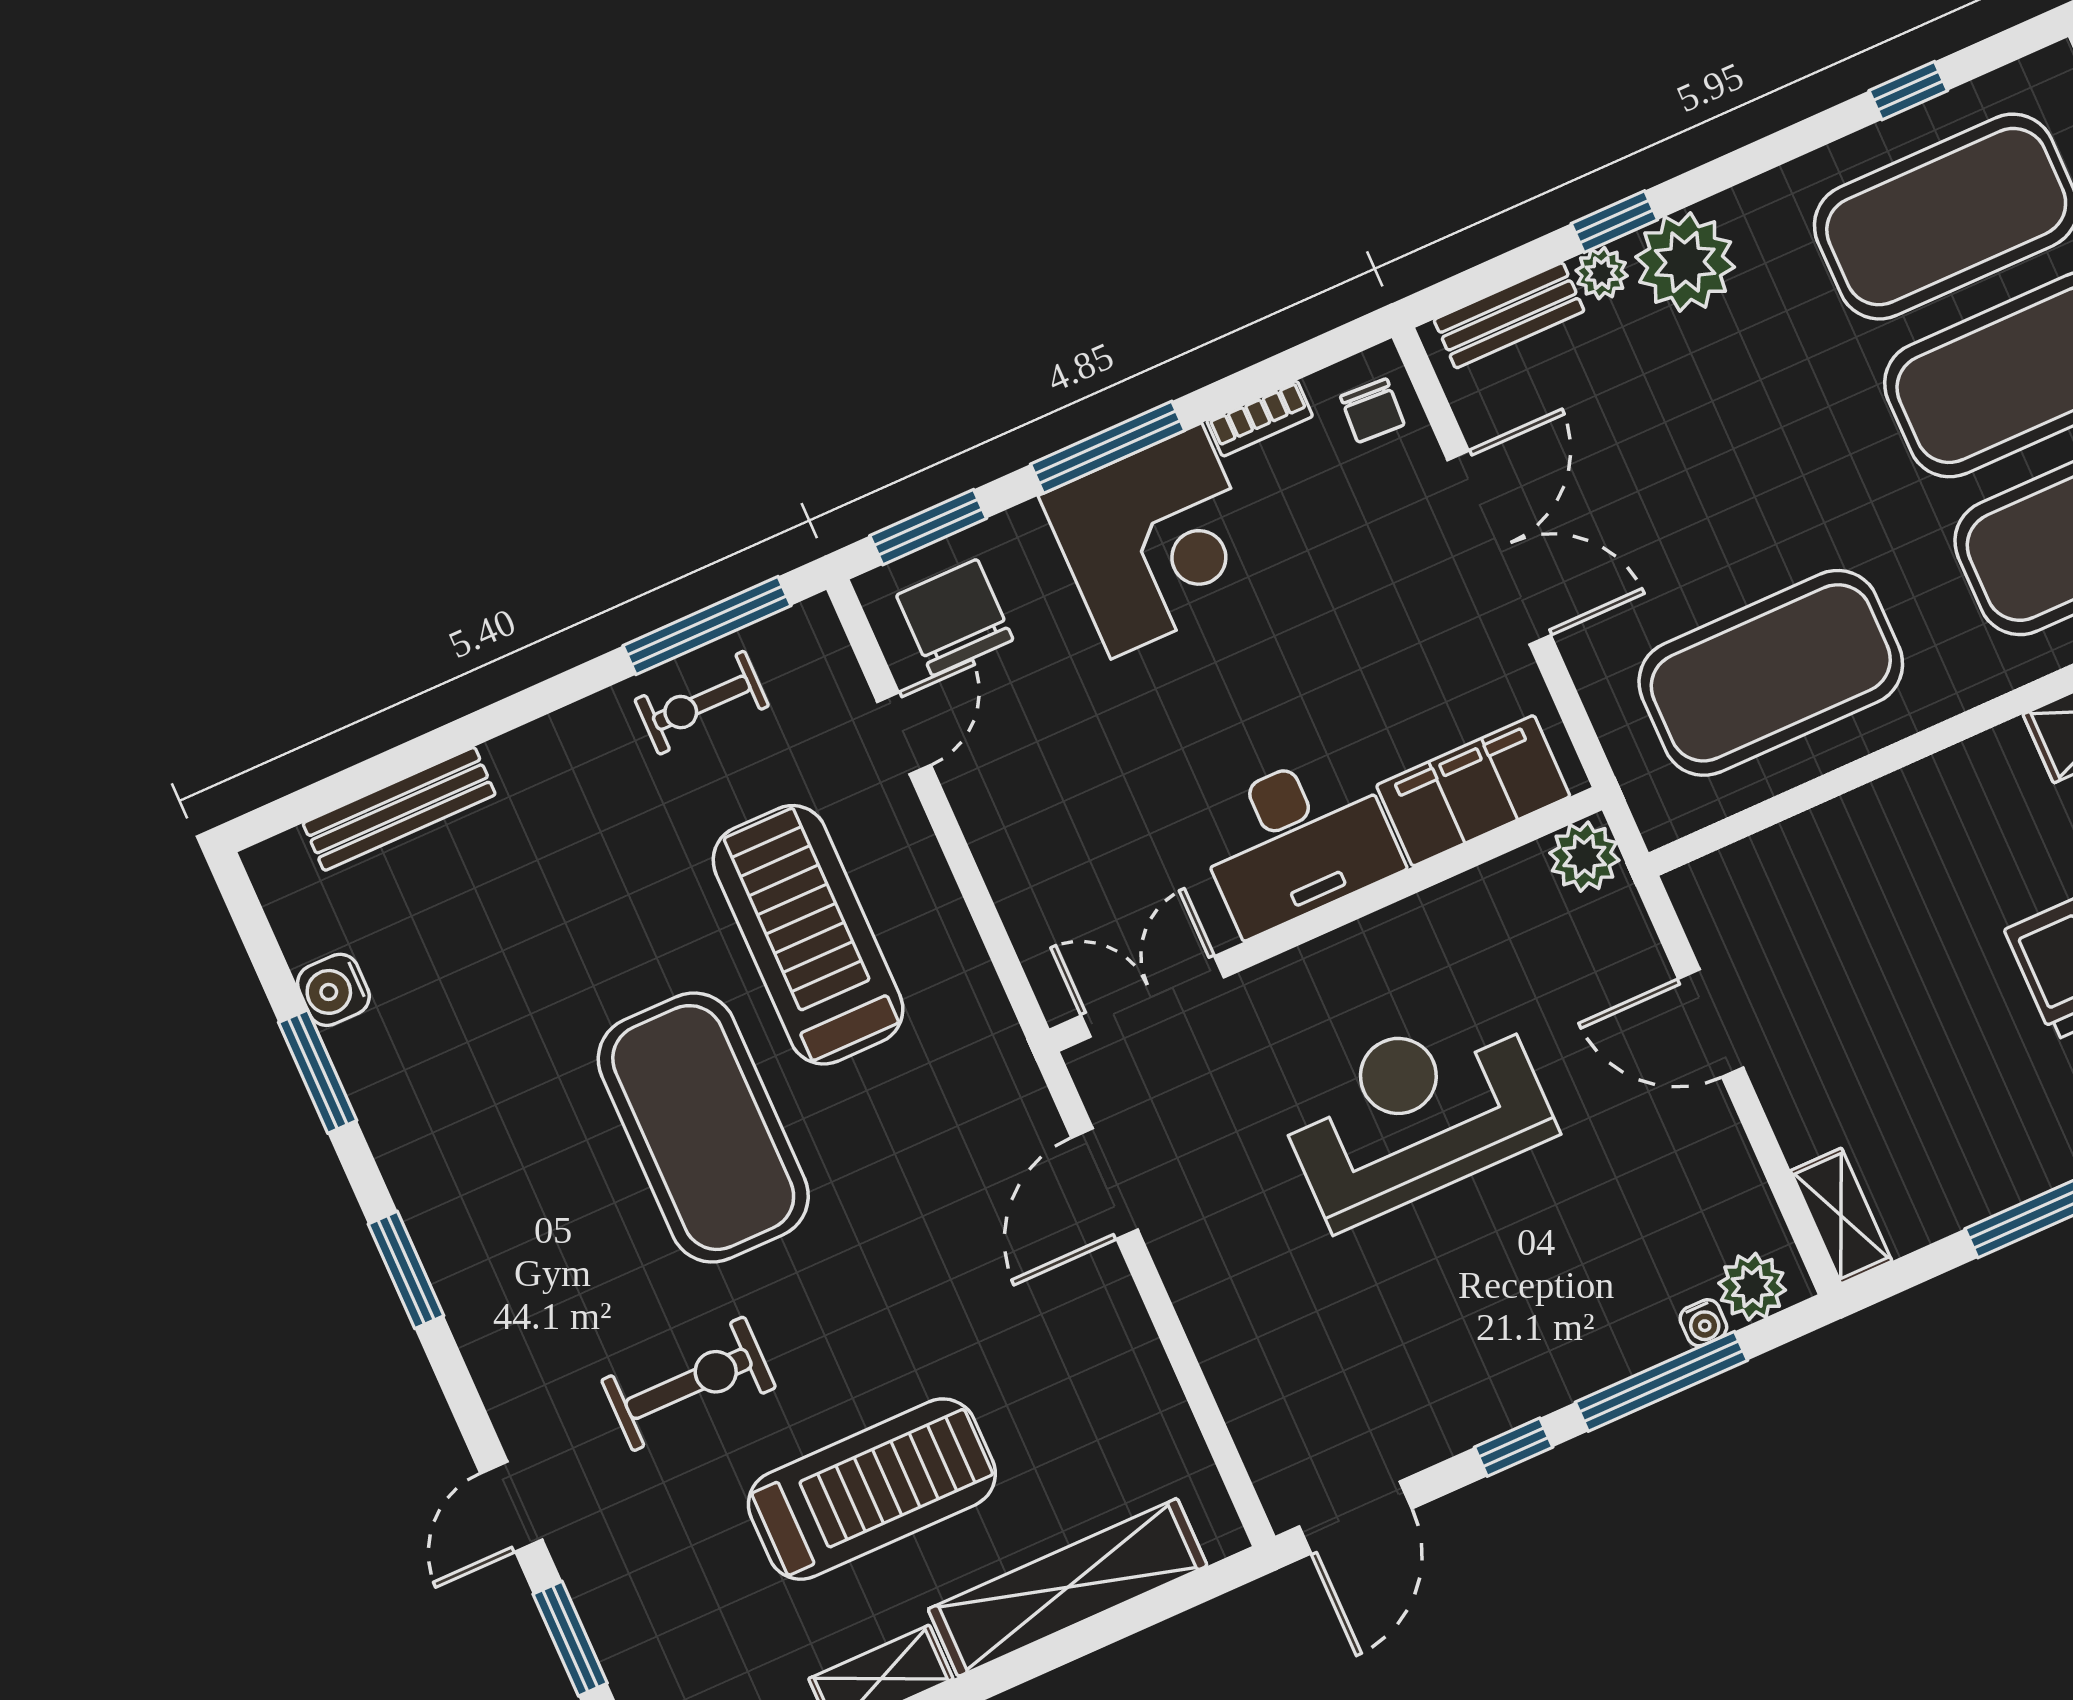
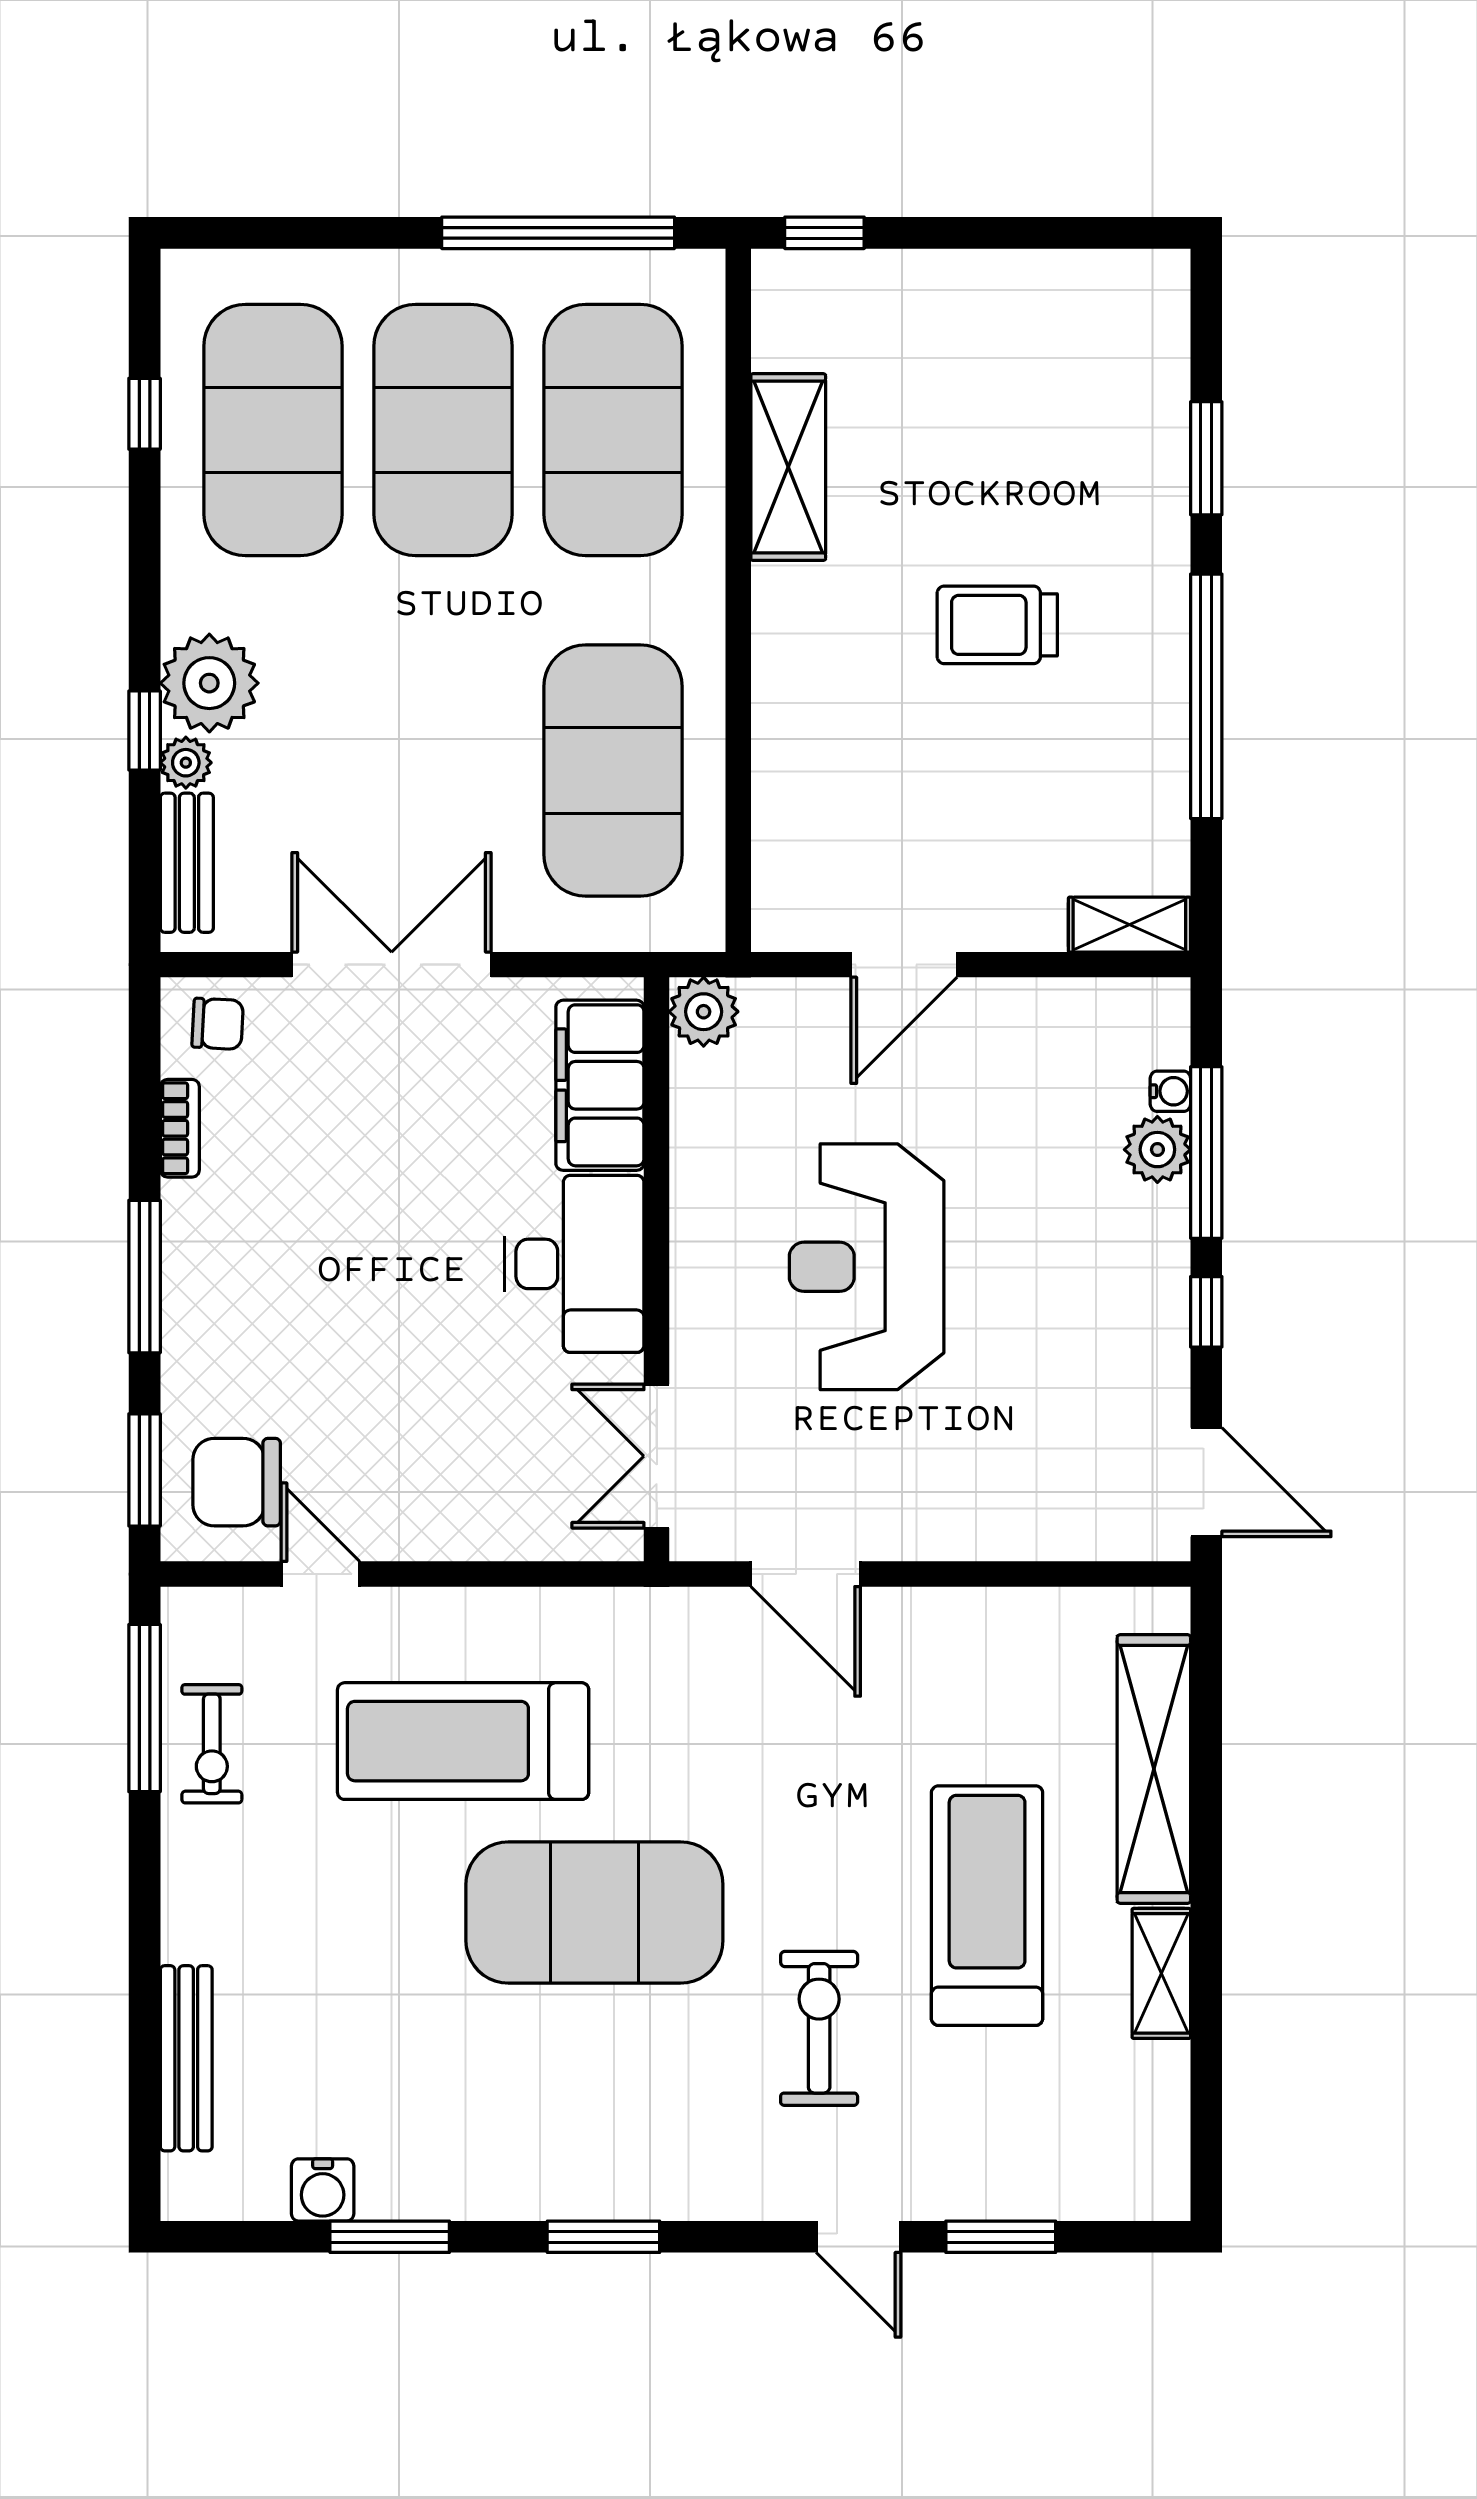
corner desk: (1156, 541) -> (249, 1270), removed
plant: (1752, 1287) -> (1157, 1150), moved

